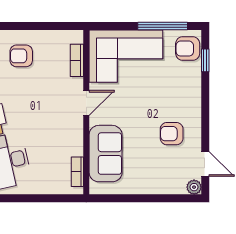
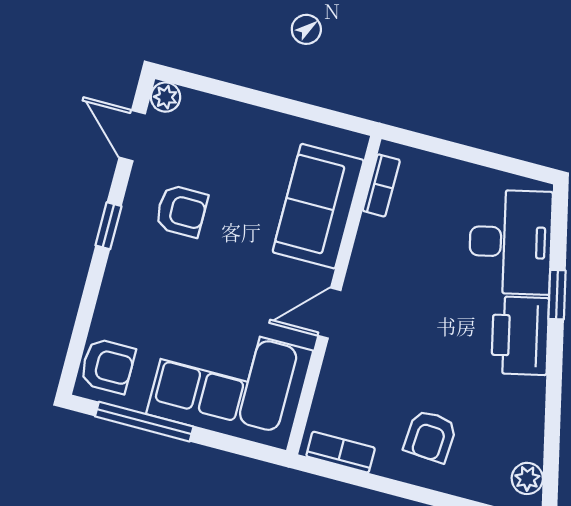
armchair: (21, 56) -> (430, 436), turned 94
bookcase: (77, 60) -> (341, 452), moved, turned -90
window: (205, 60) -> (108, 226), moved

